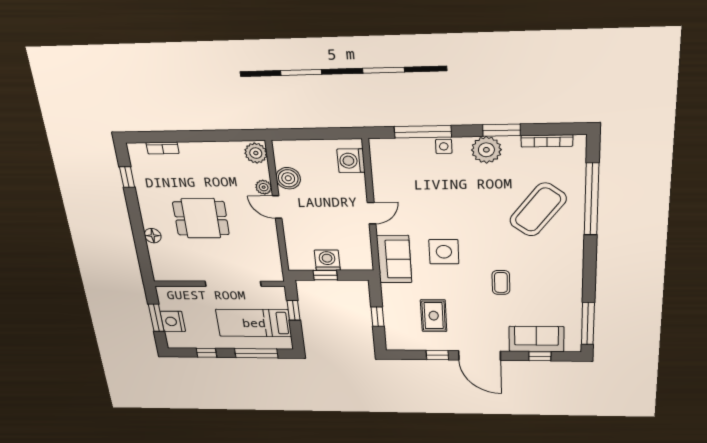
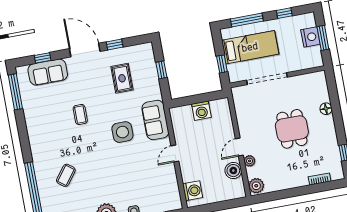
door: (277, 207) -> (239, 147), swing flipped
coffee table: (538, 210) -> (66, 175), width x0.54, depth x0.58
dining table: (201, 218) -> (292, 129), turned 90
window: (325, 275) -> (202, 98), removed

